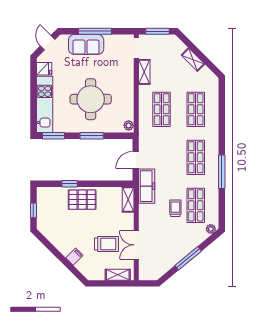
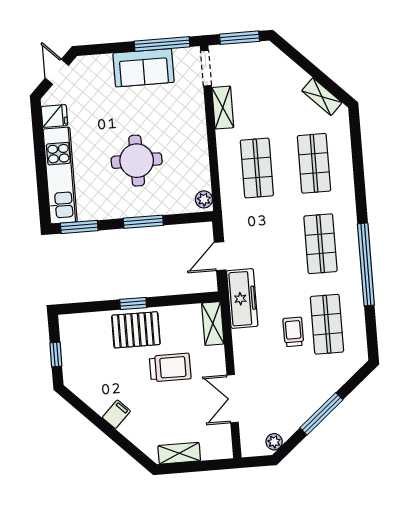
window: (95, 31) -> (162, 44), moved
sofa: (86, 44) -> (144, 68), moved
shelving: (193, 60) -> (322, 97), moved
round table: (91, 99) -> (137, 161), width x0.73, depth x0.73
window: (222, 172) -> (366, 264), width x1.46
window: (70, 184) -> (133, 303), moved
plant: (211, 229) -> (274, 442), moved
trolley: (107, 244) -> (170, 368), moved
filing cabinet: (74, 257) -> (116, 414), moved
shelving: (118, 275) -> (179, 453), moved

